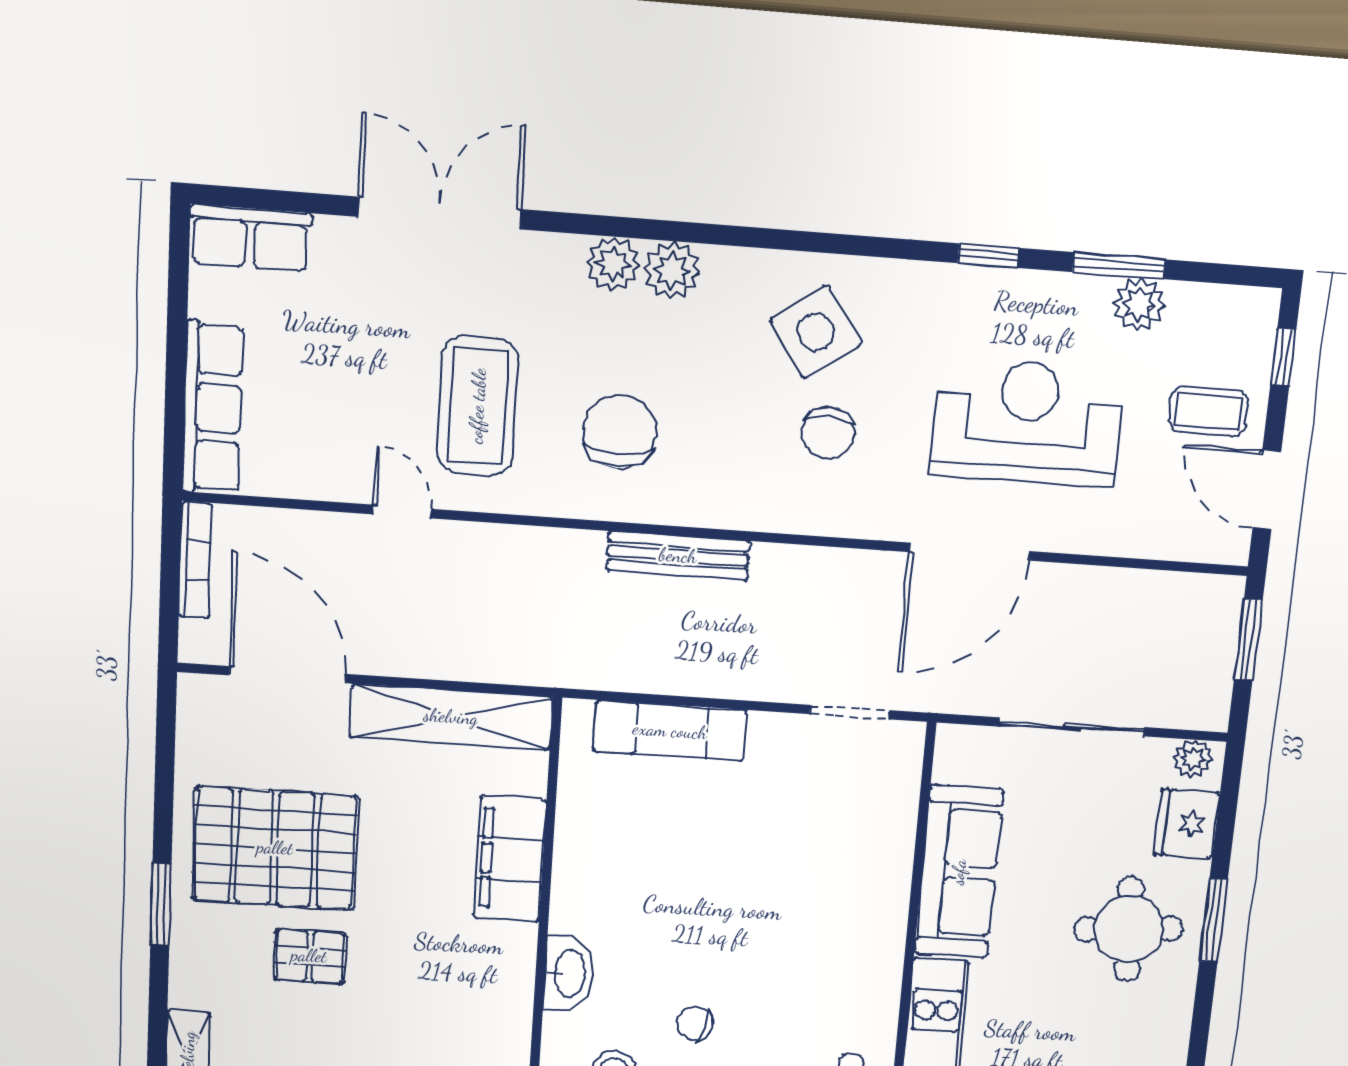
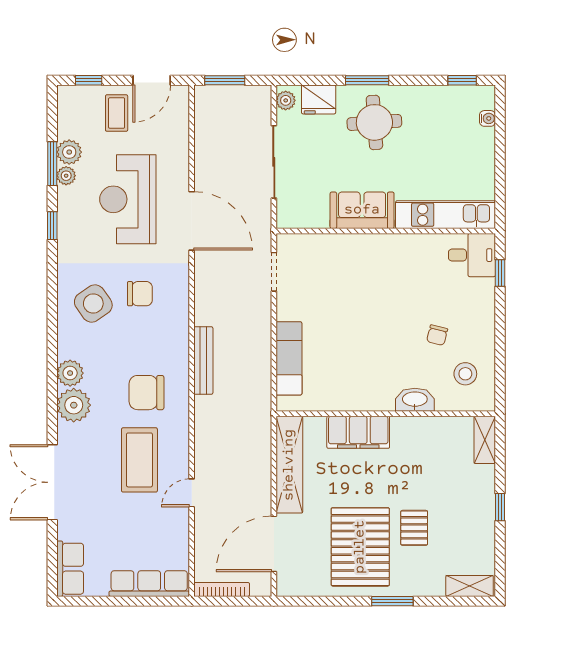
plant: (613, 264) -> (74, 405), width x1.36, depth x1.36
plant: (1090, 294) -> (66, 176), added
coffee table: (478, 406) -> (139, 460), turned 90
sofa: (959, 872) -> (362, 210), width x0.73

